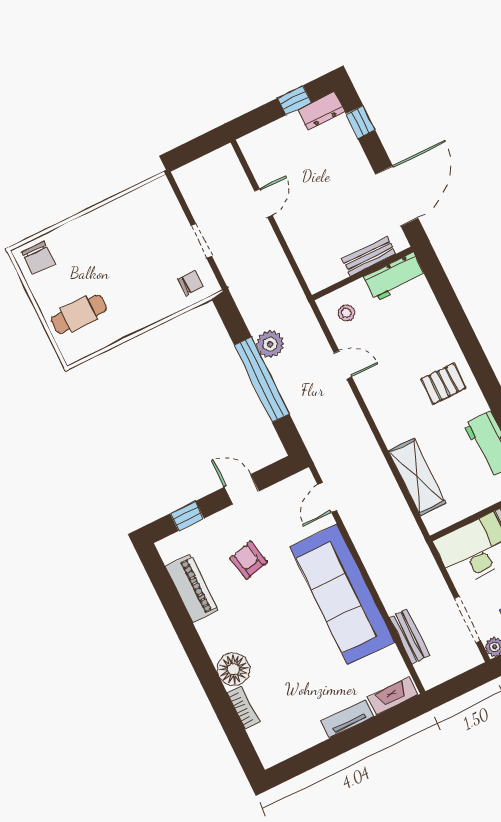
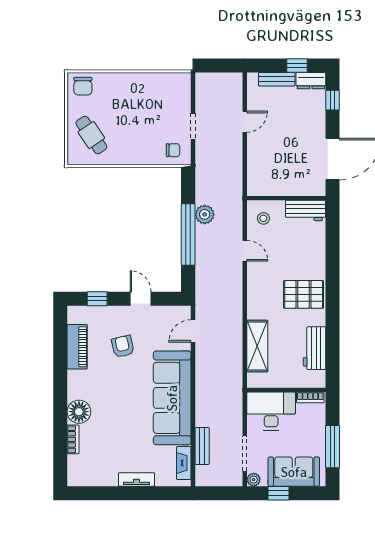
bench: (369, 256) -> (277, 79), moved
cafe table: (79, 314) -> (91, 135), turned 56
pallet: (443, 384) -> (304, 294), width x1.50, depth x1.42
fireplace: (393, 696) -> (184, 463), moved, turned -90

